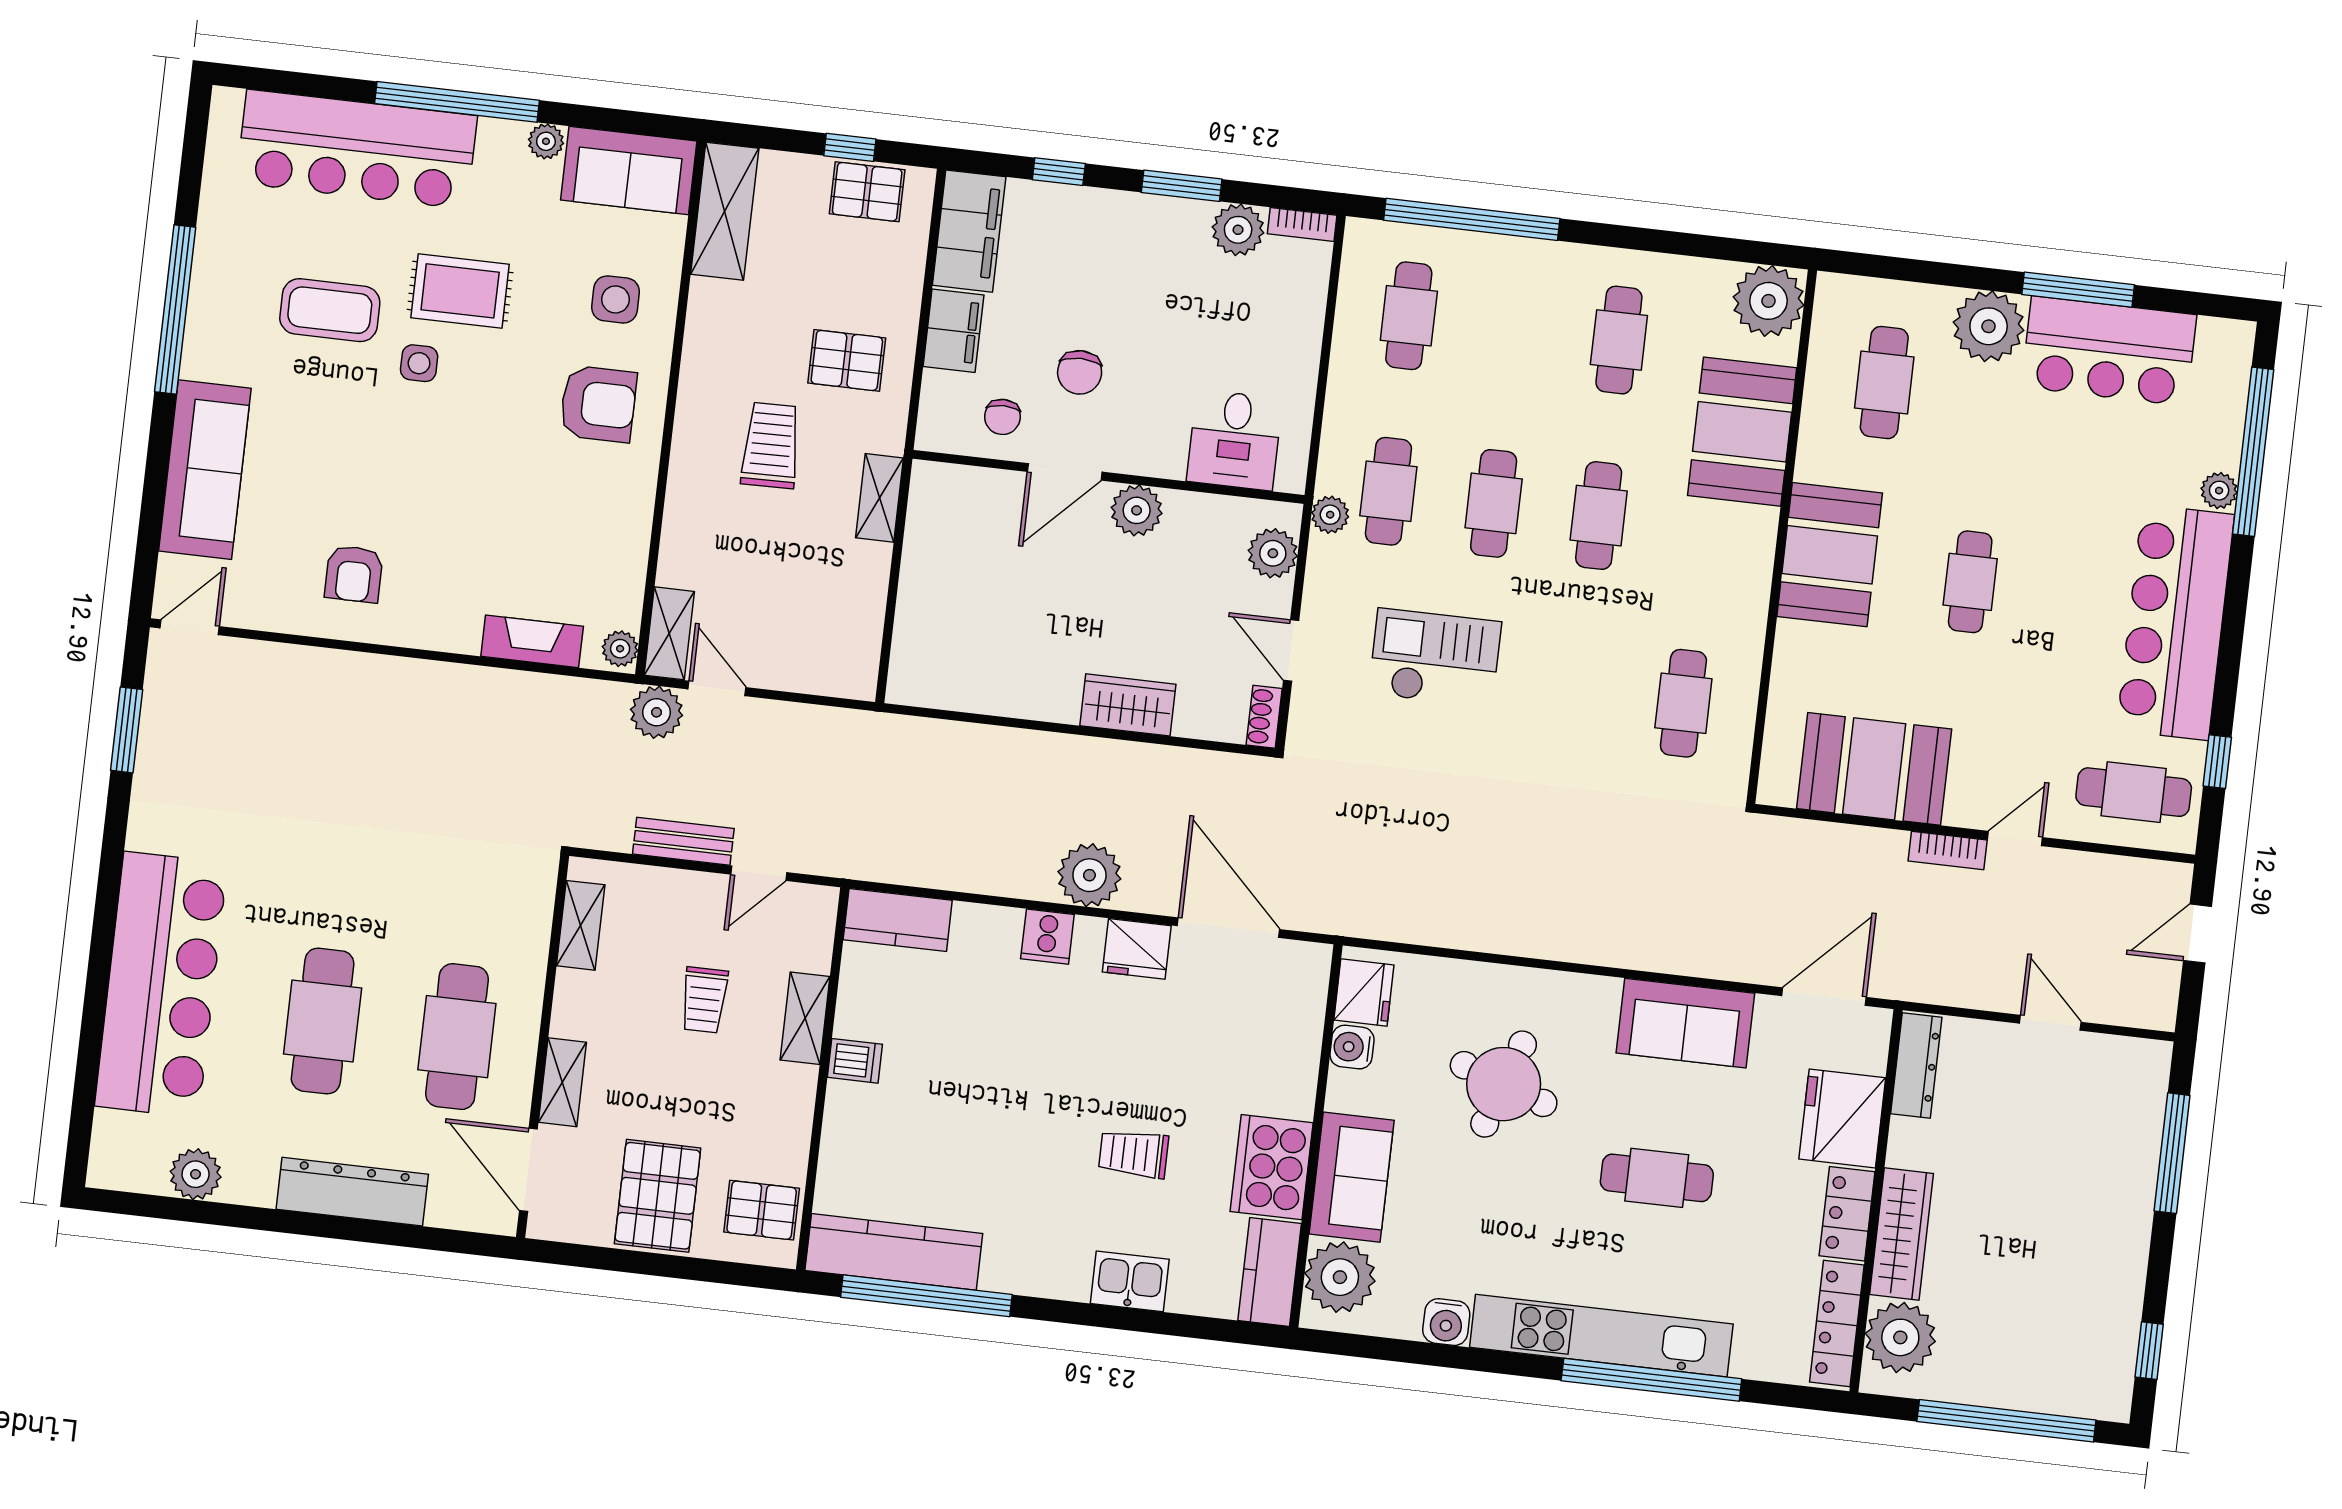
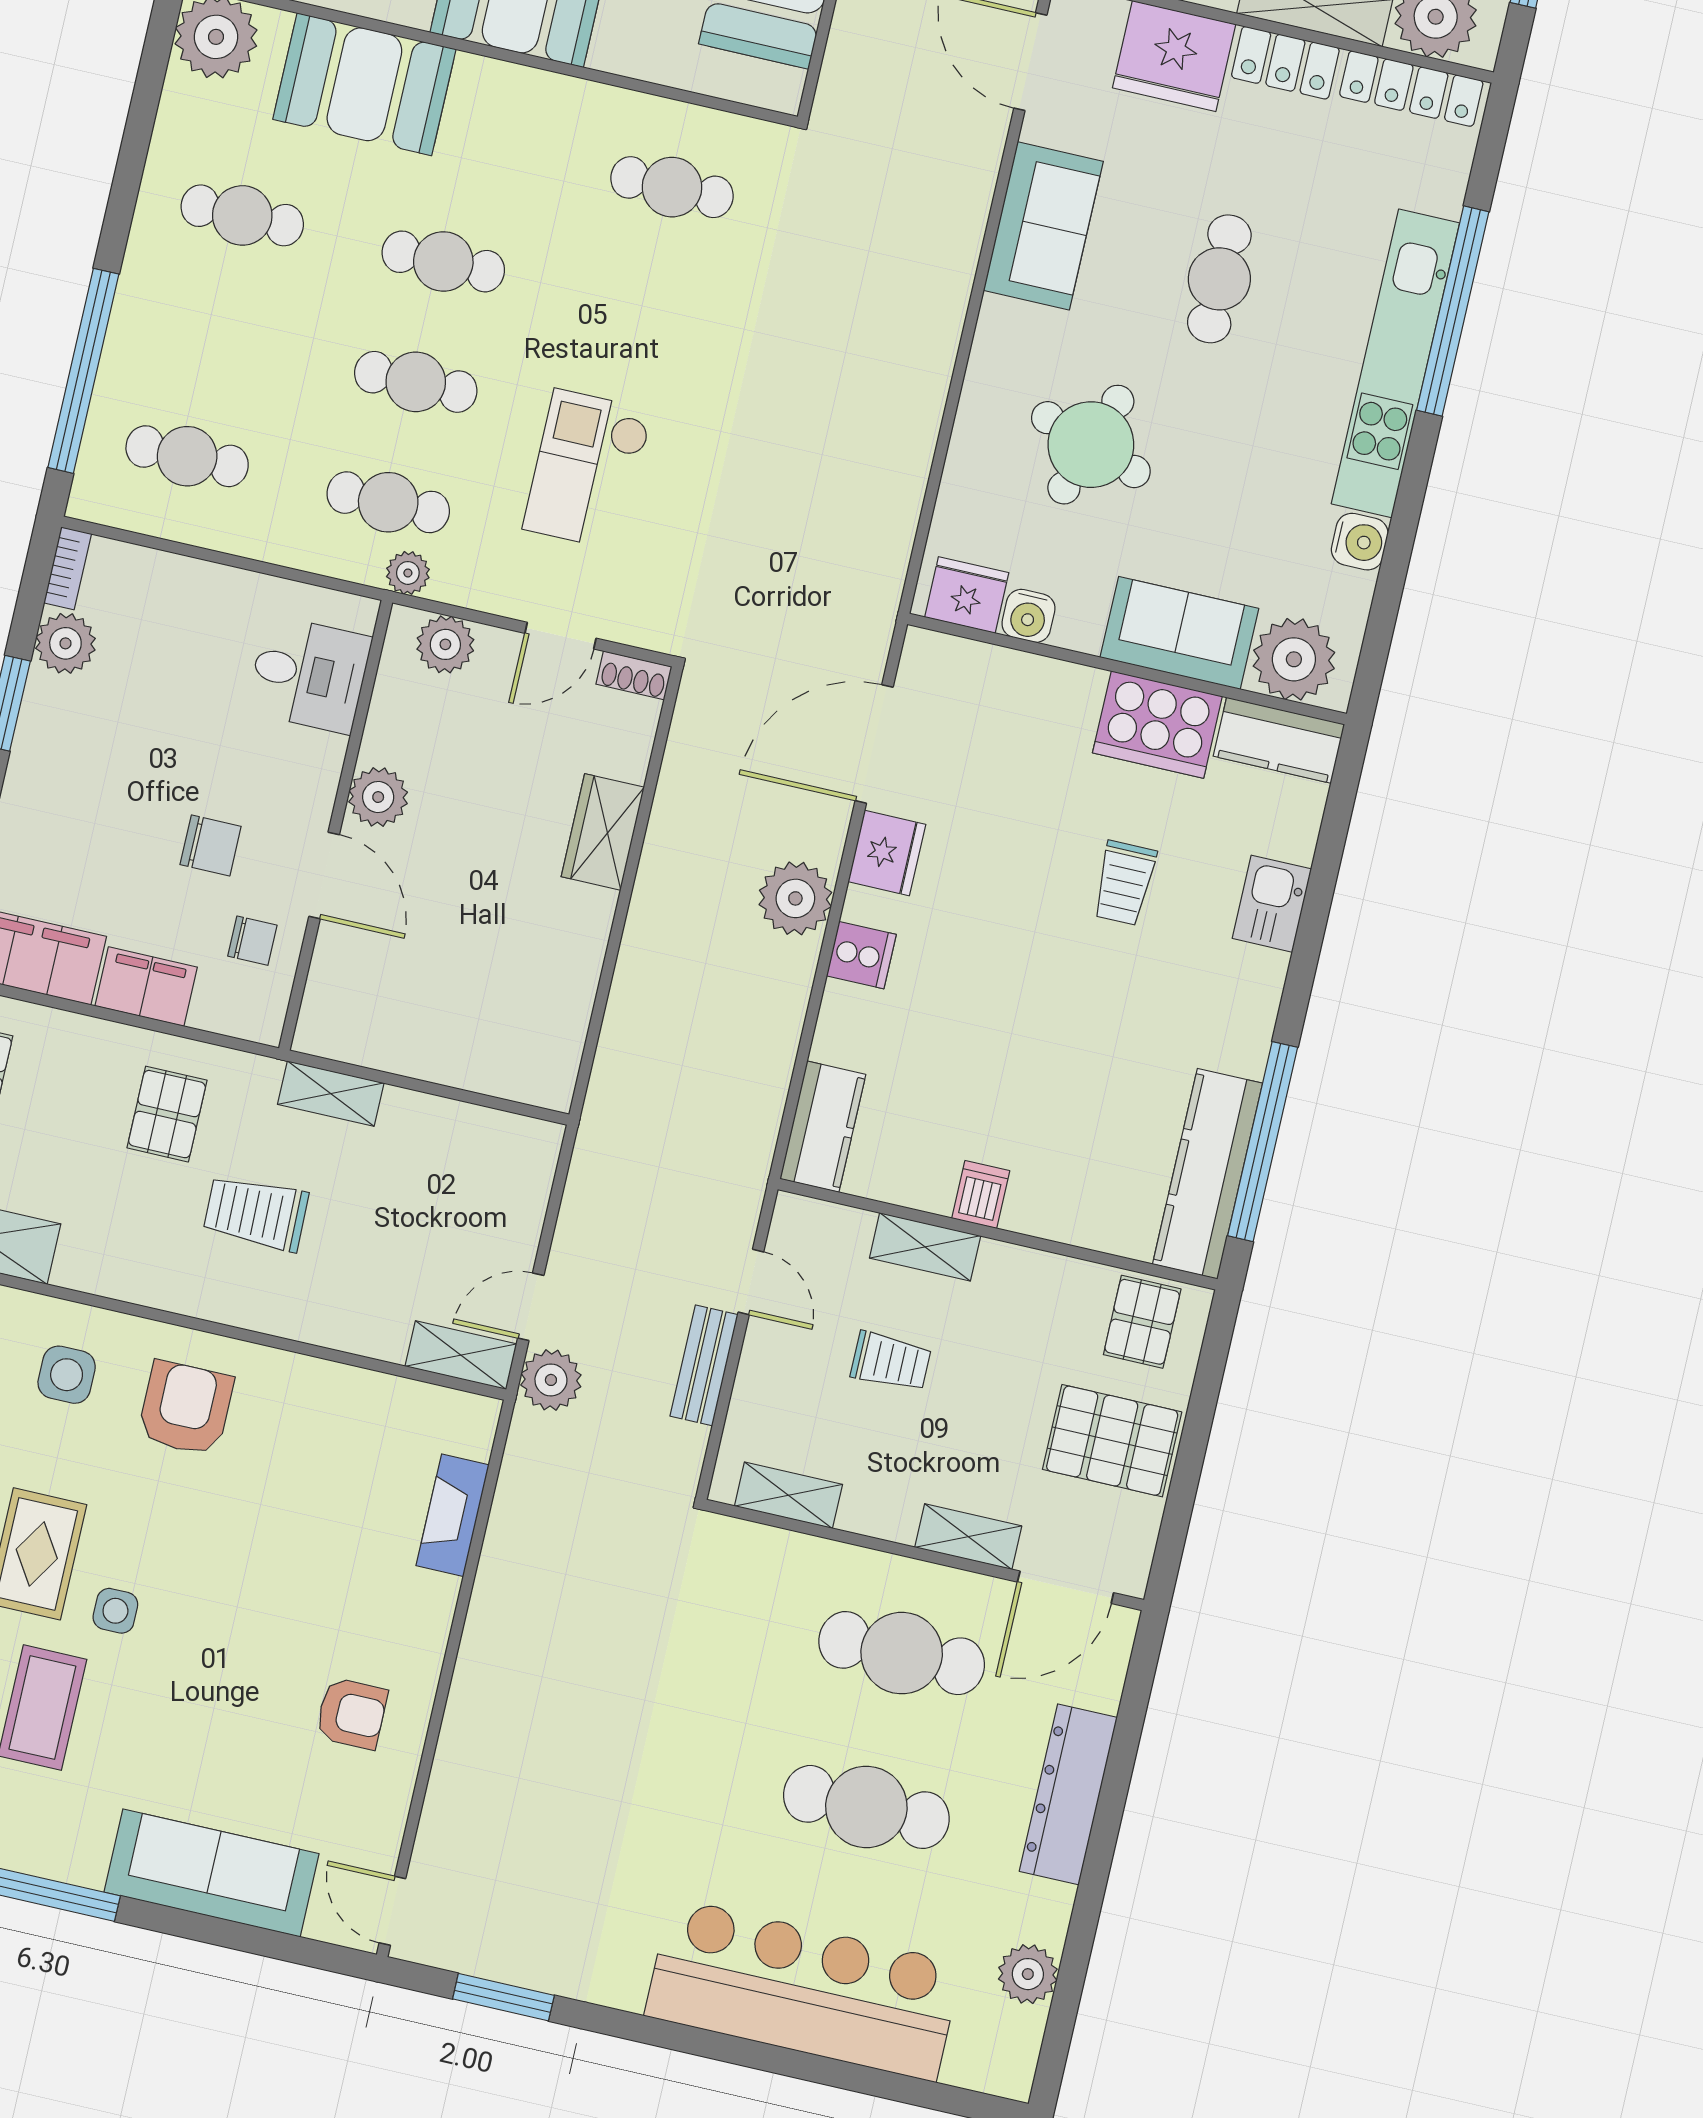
plant: (620, 649) -> (472, 1414), removed

